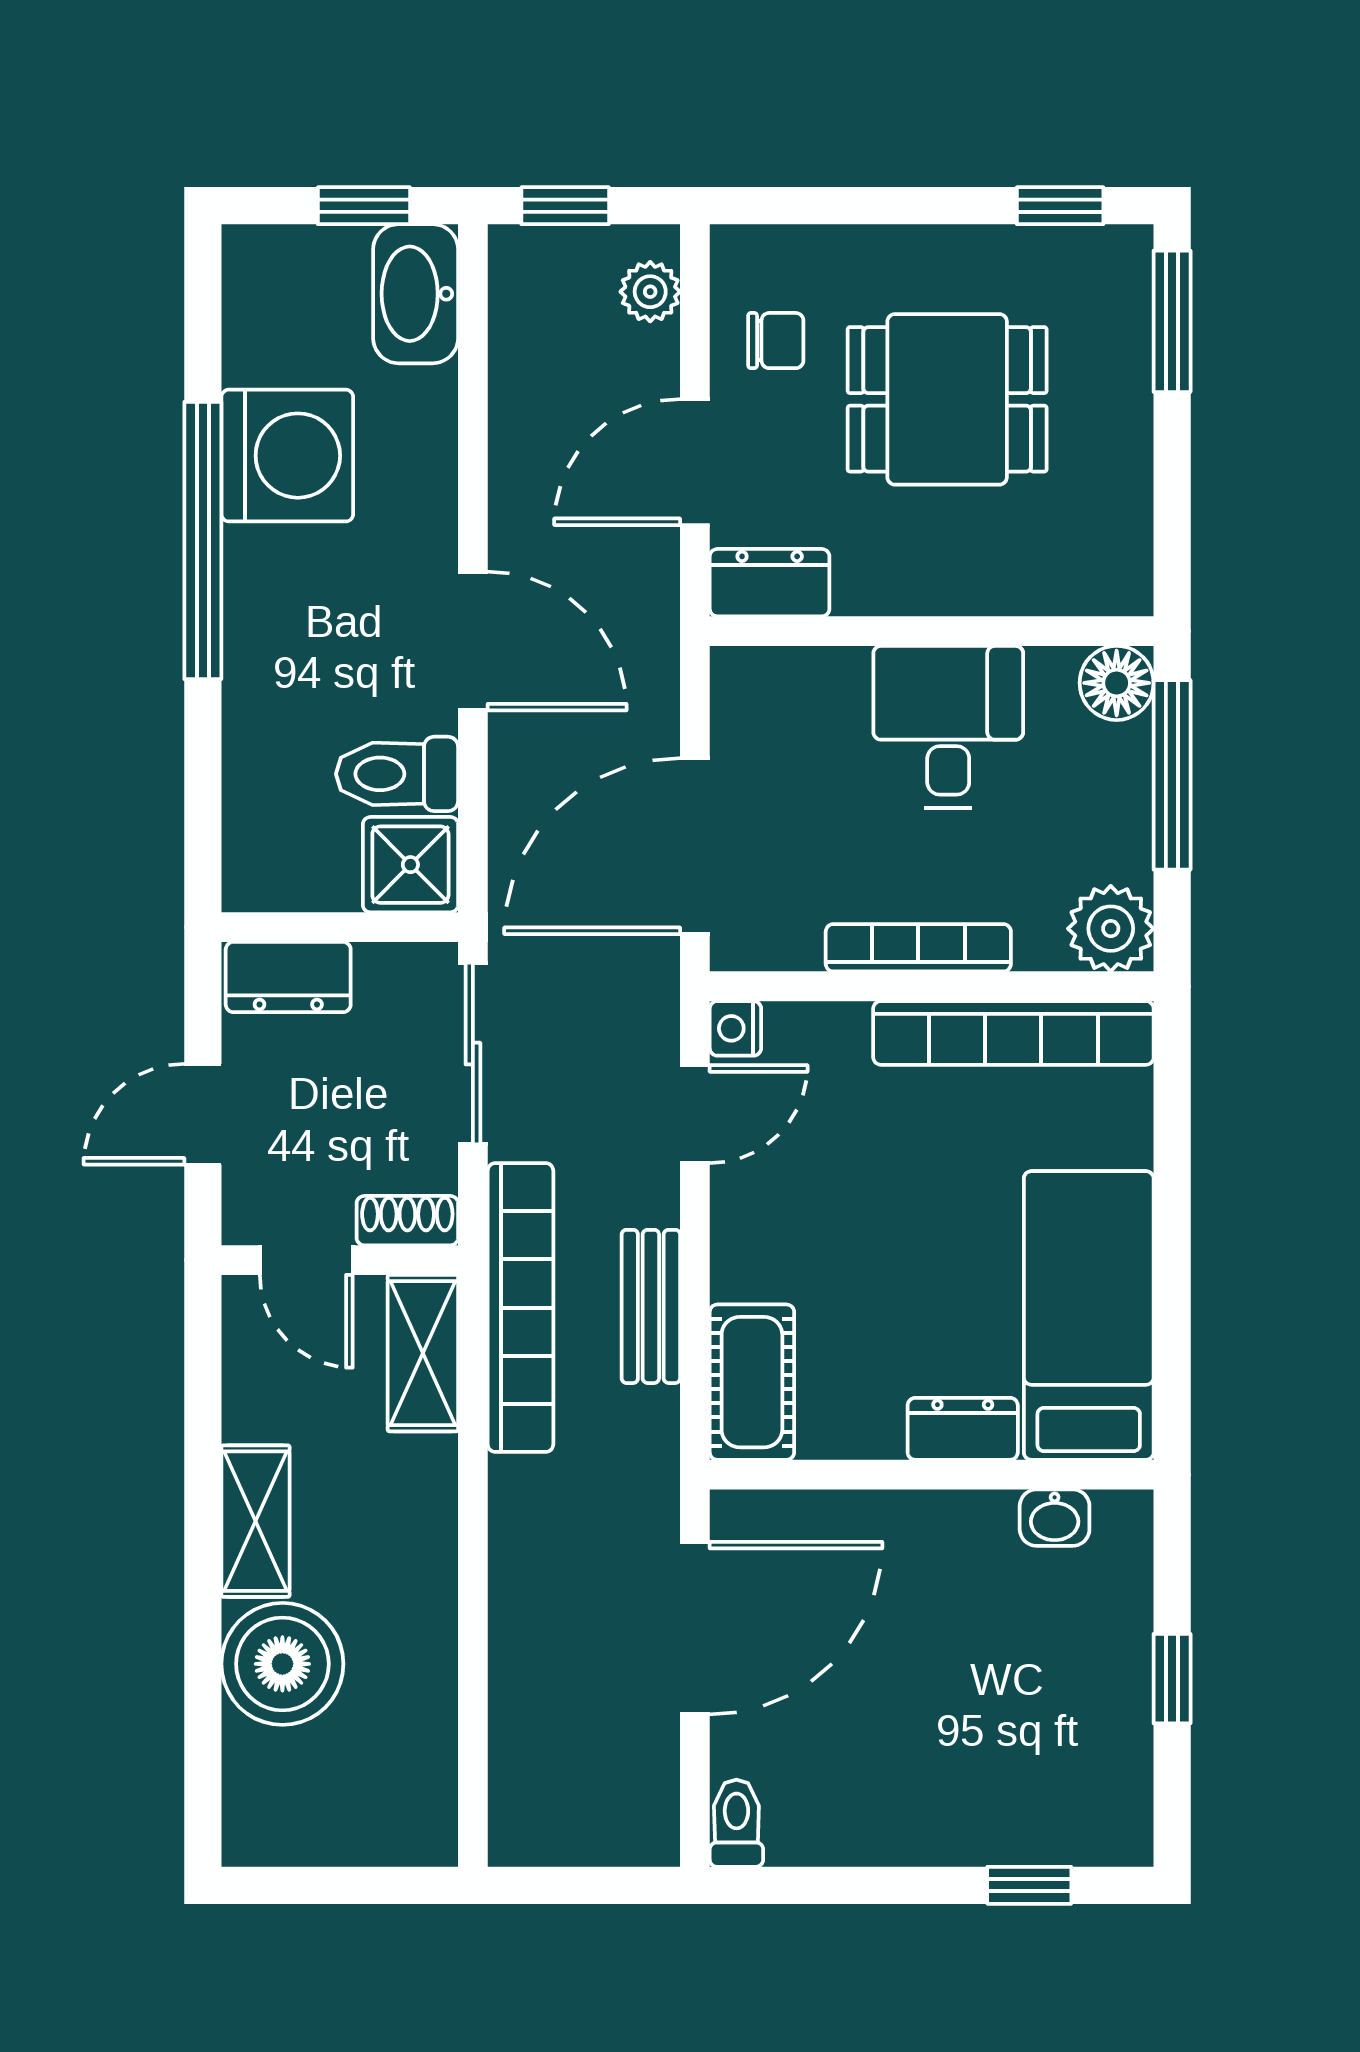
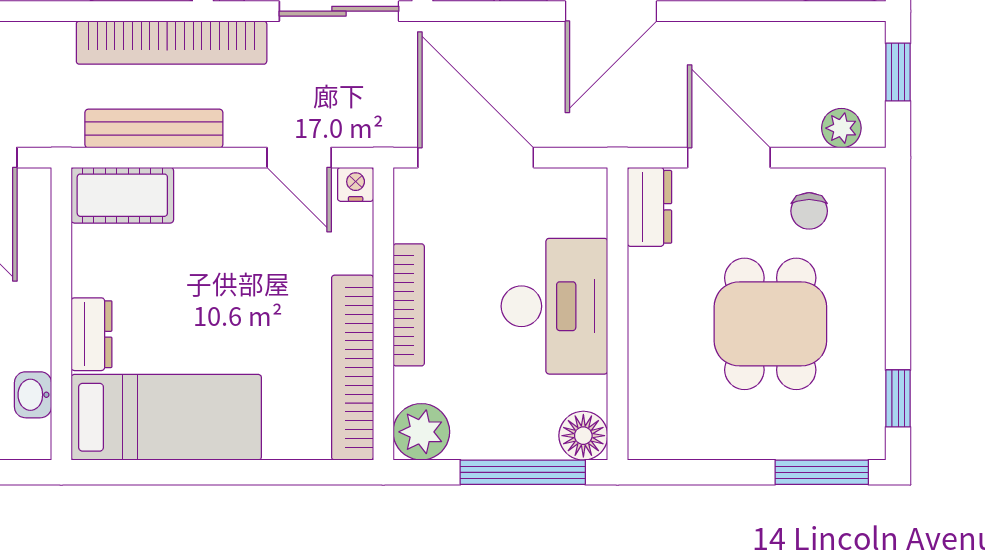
desk: (948, 727) -> (554, 306), width x1.37
bench: (651, 1306) -> (154, 129), width x1.36

